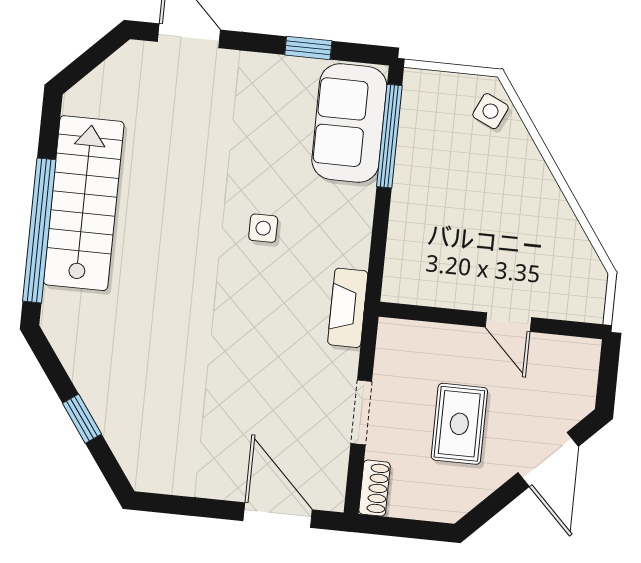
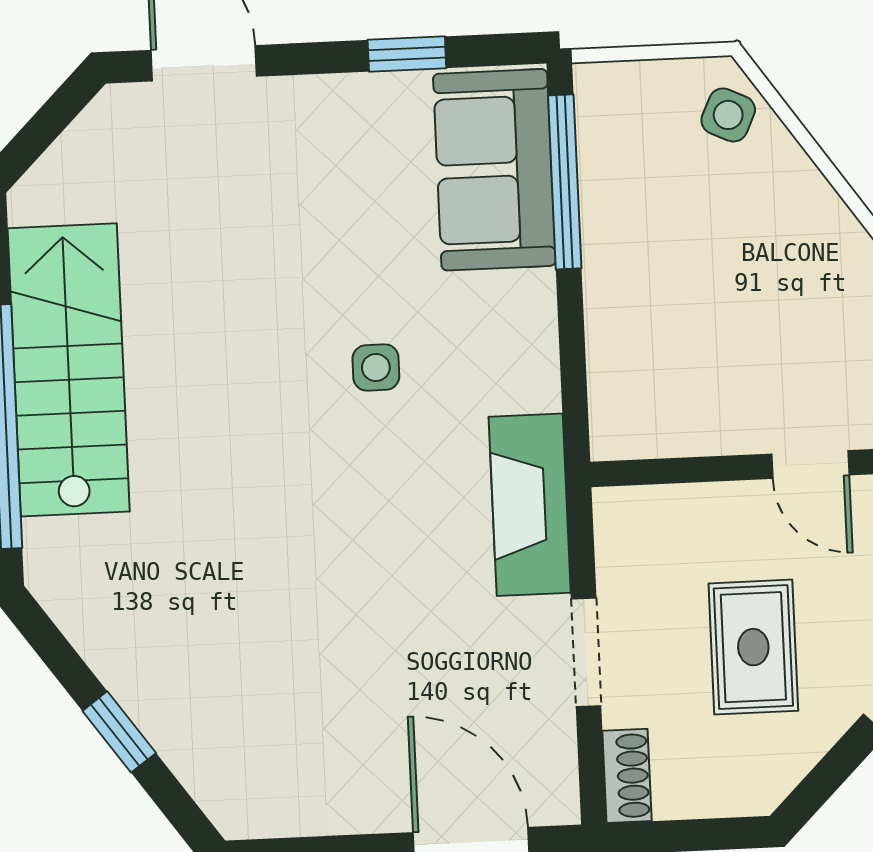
fireplace: (348, 308) -> (530, 505), width x1.37, depth x1.32

